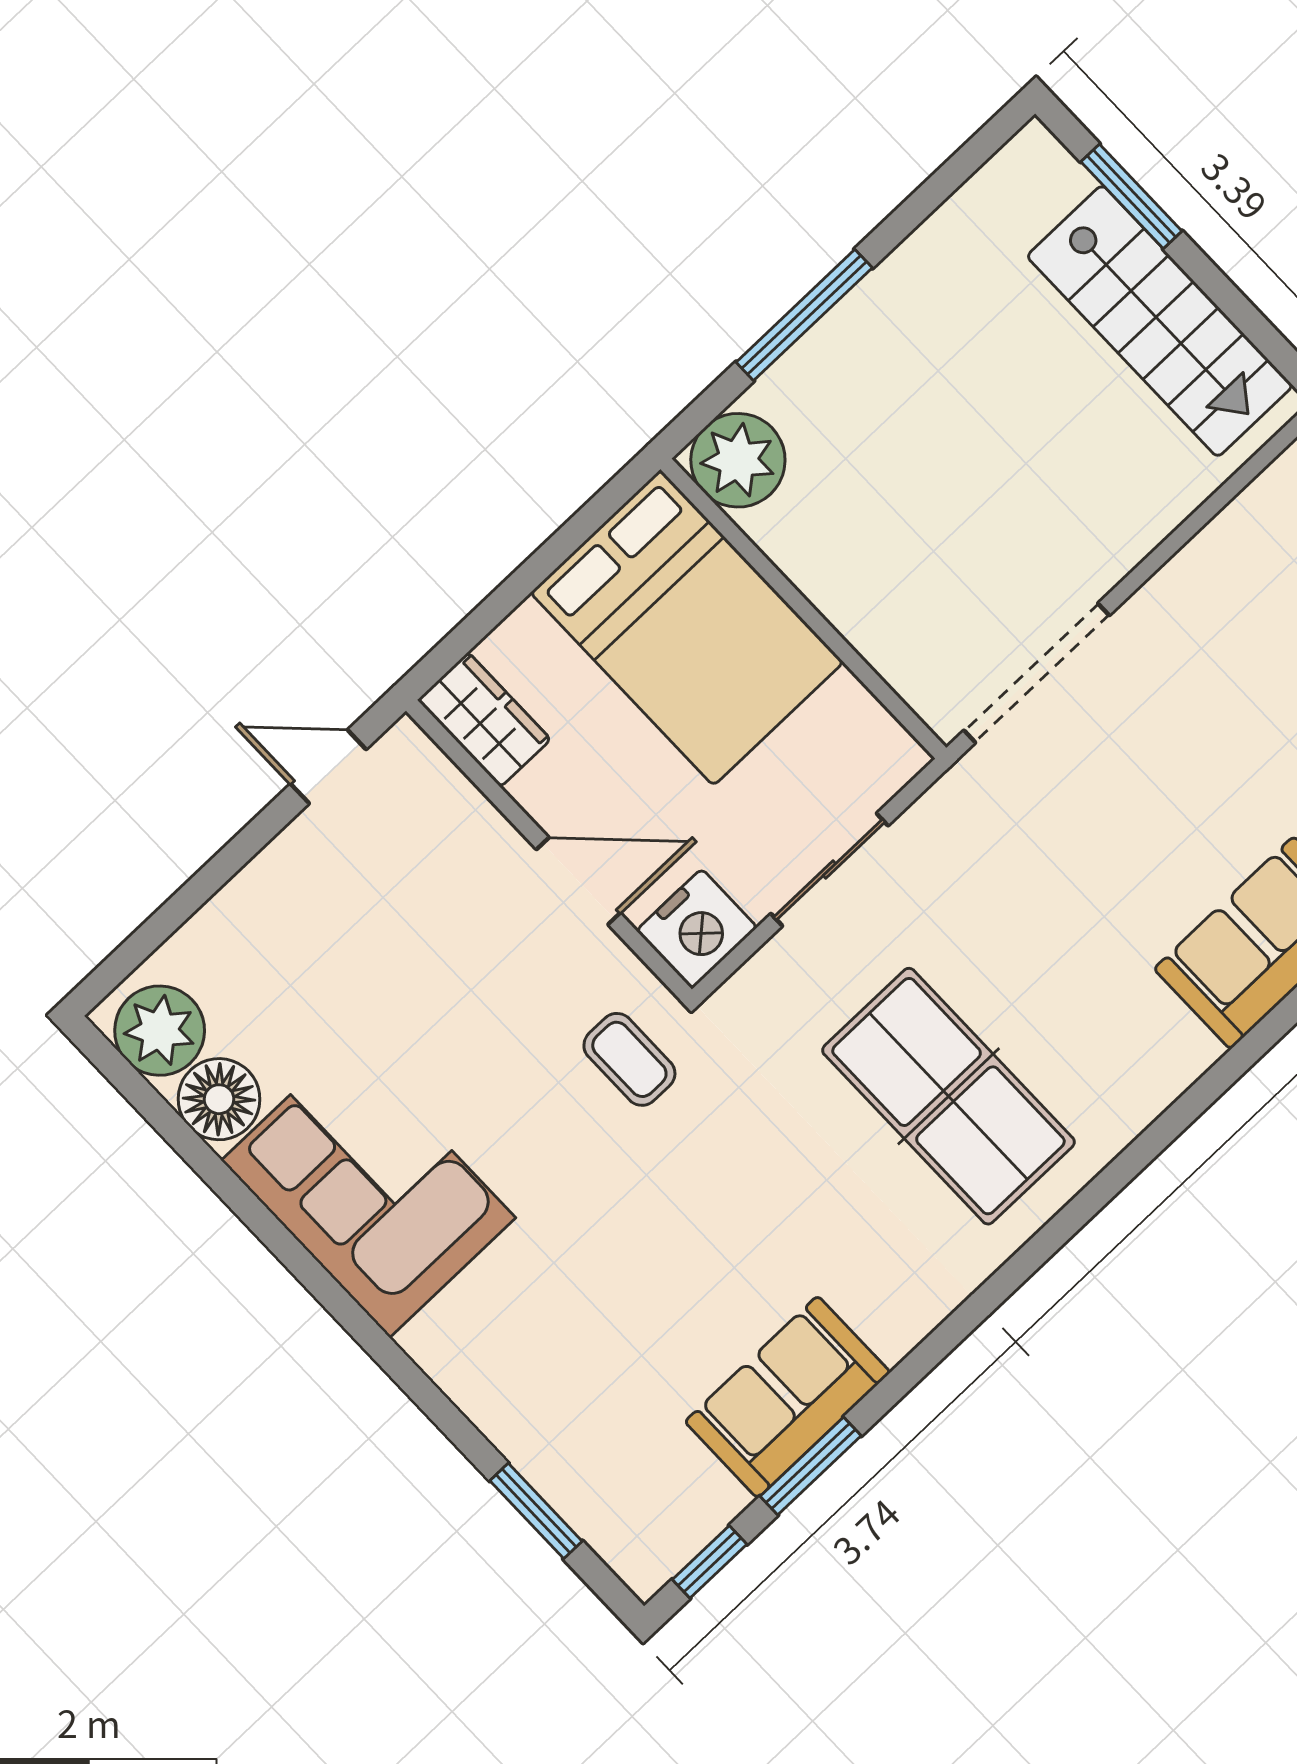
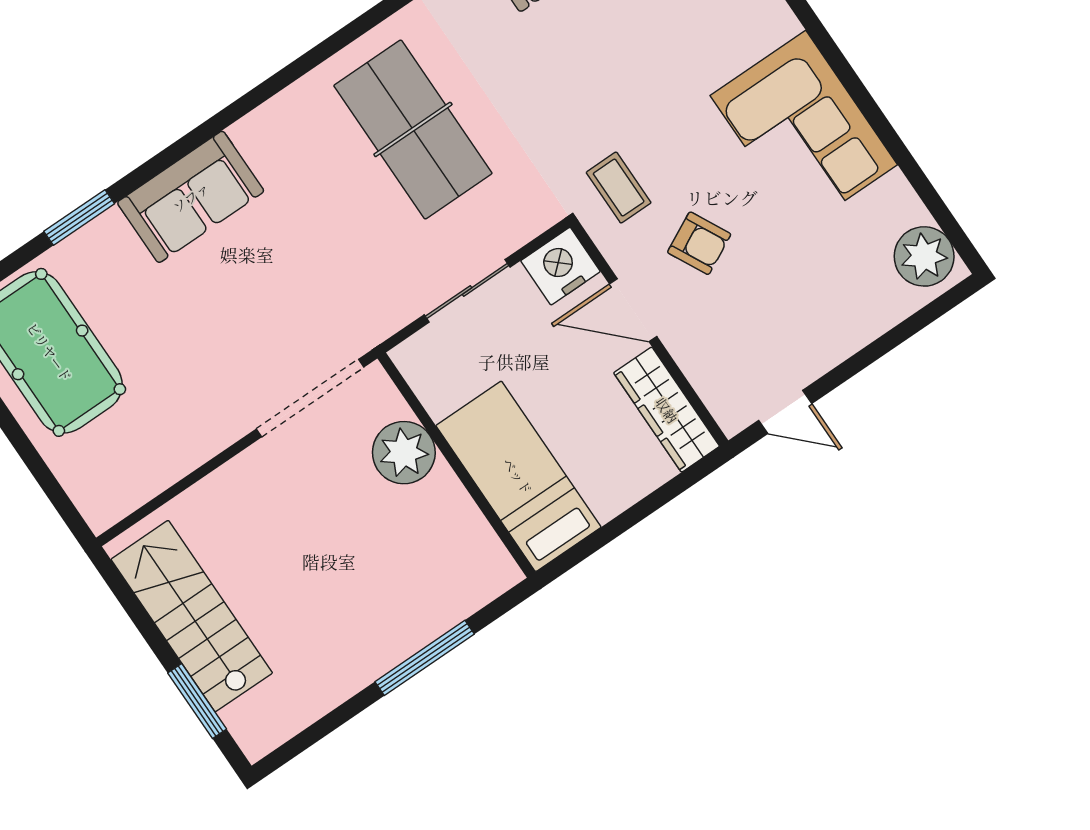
plant: (738, 460) -> (404, 453), moved
bed: (687, 628) -> (518, 476), width x0.67
wardrobe: (484, 720) -> (667, 410), width x1.50
armchair: (497, 996) -> (699, 243), added
floor lamp: (219, 1099) -> (892, 205), removed

